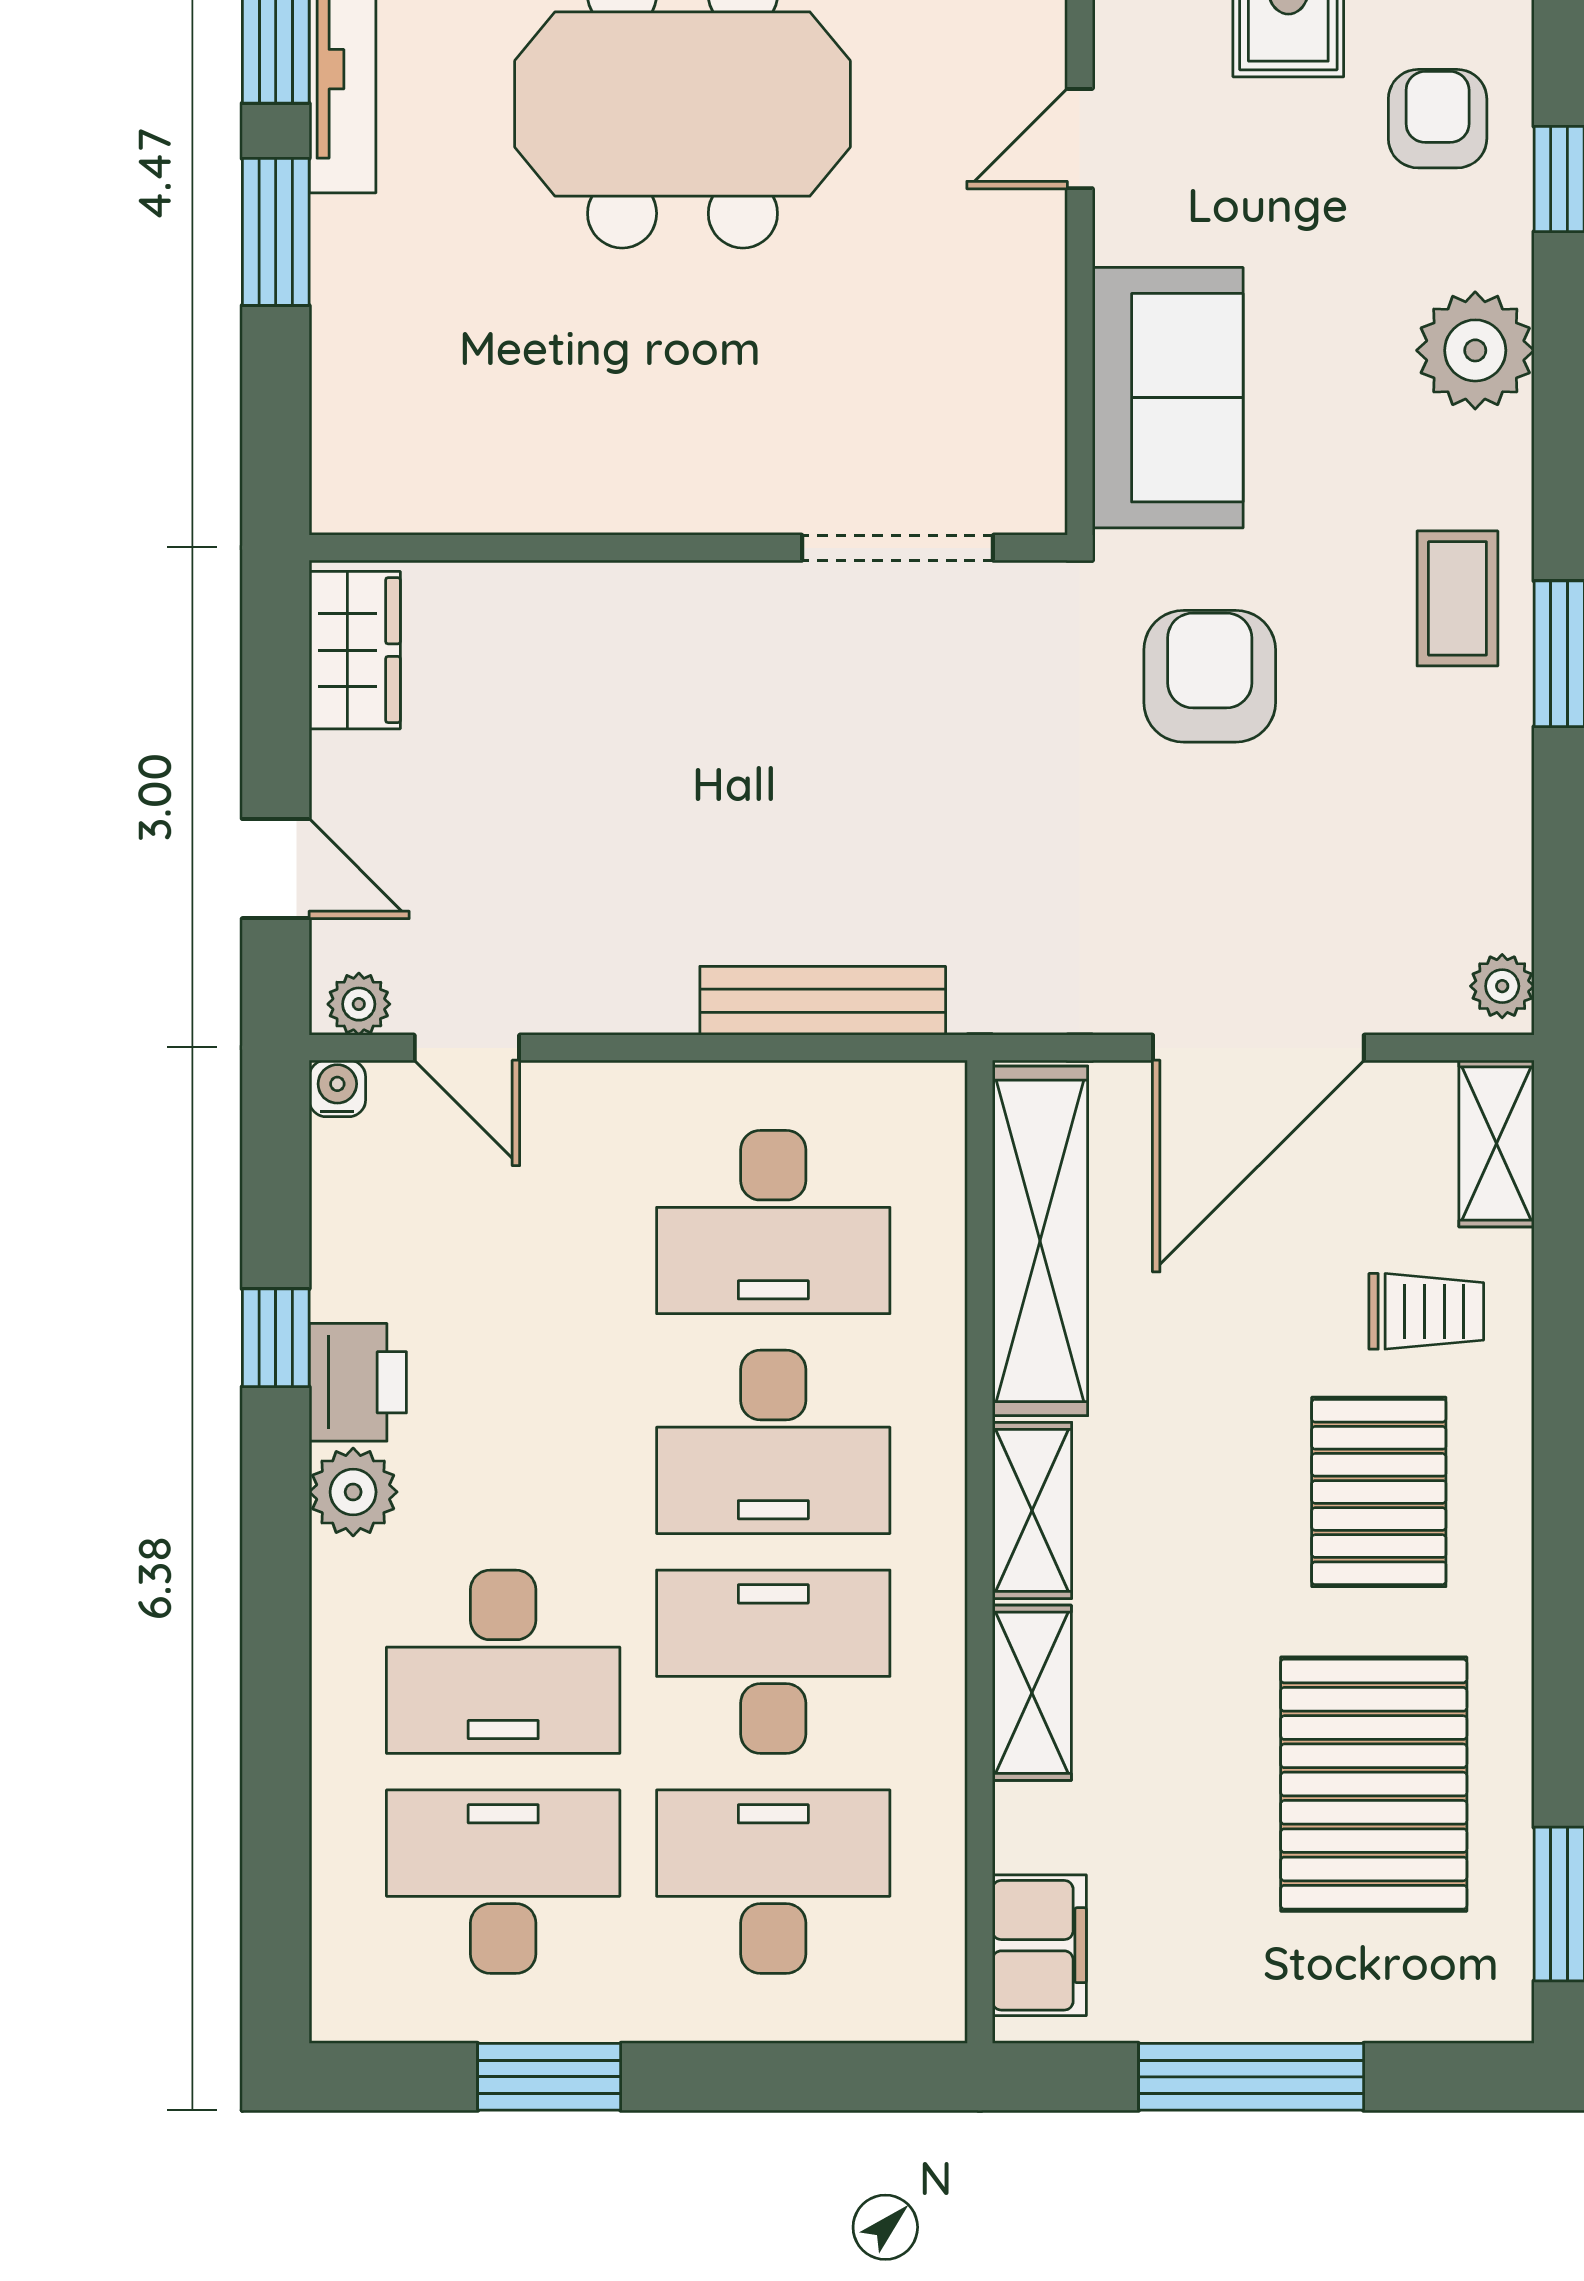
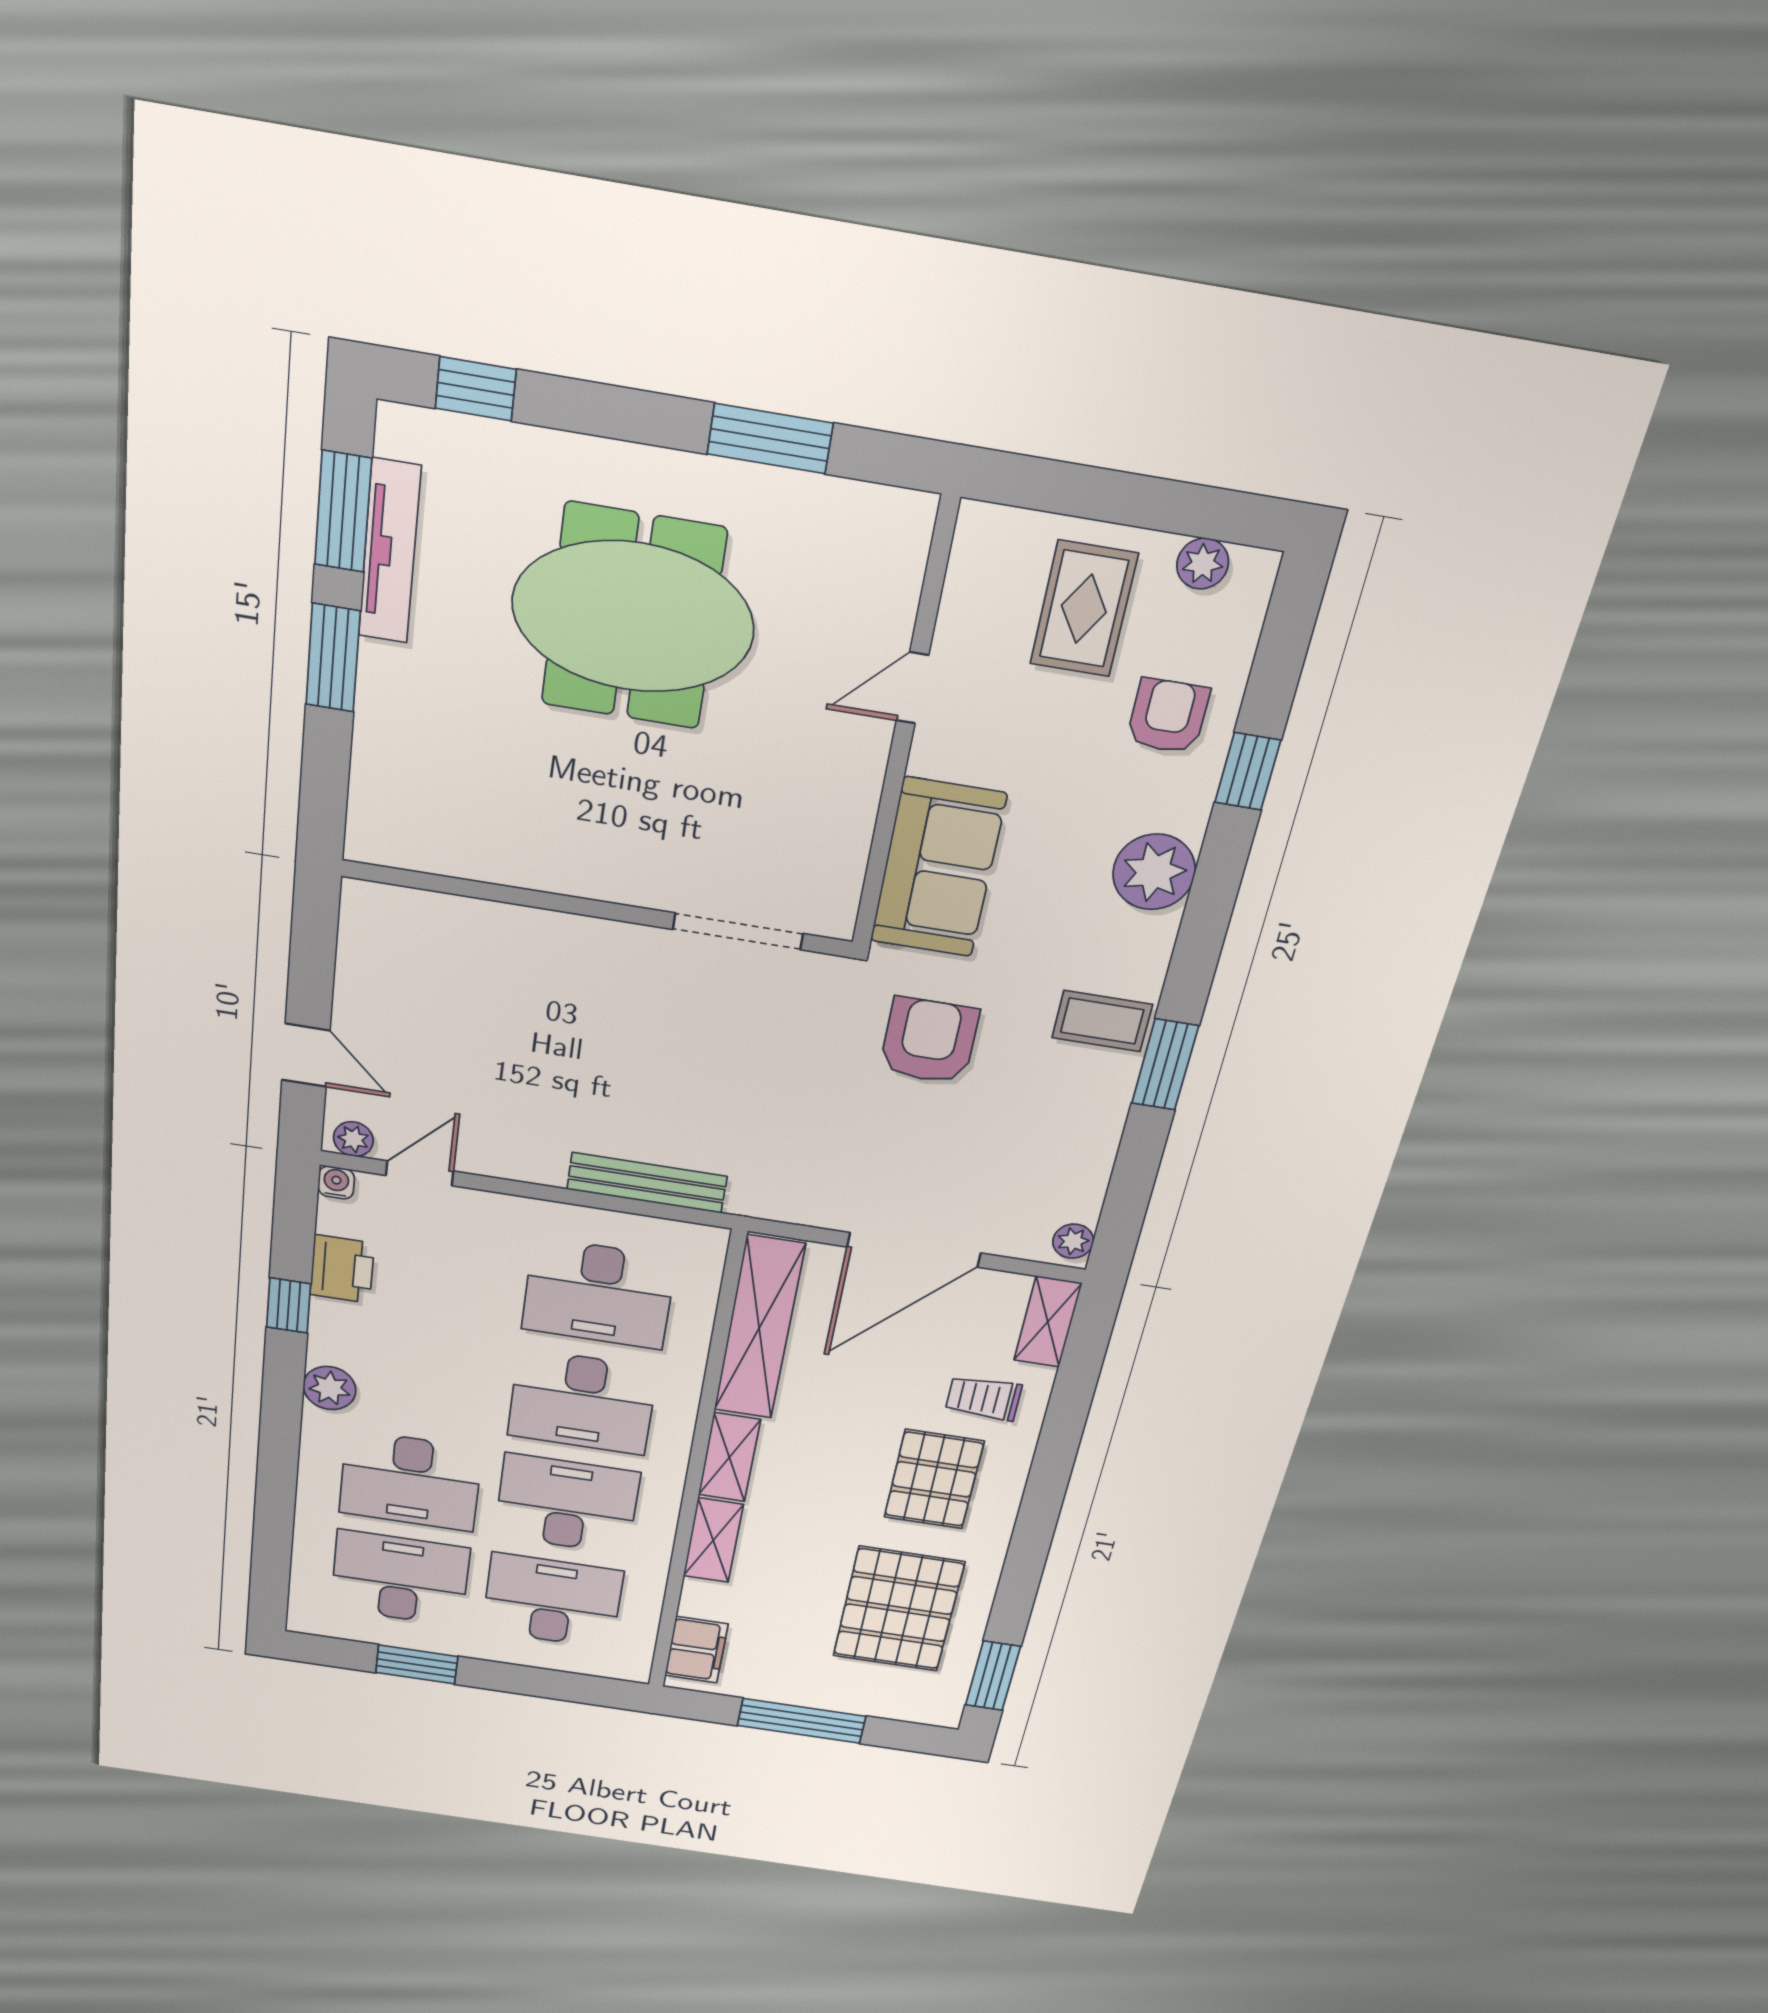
coffee table: (1457, 598) -> (1102, 1021), turned 90
wardrobe: (355, 650) -> (367, 936), removed
door: (467, 1048) -> (420, 1173), swing flipped
trolley: (1426, 1311) -> (984, 1398), turned 180
printer: (358, 1382) -> (342, 1269), moved

